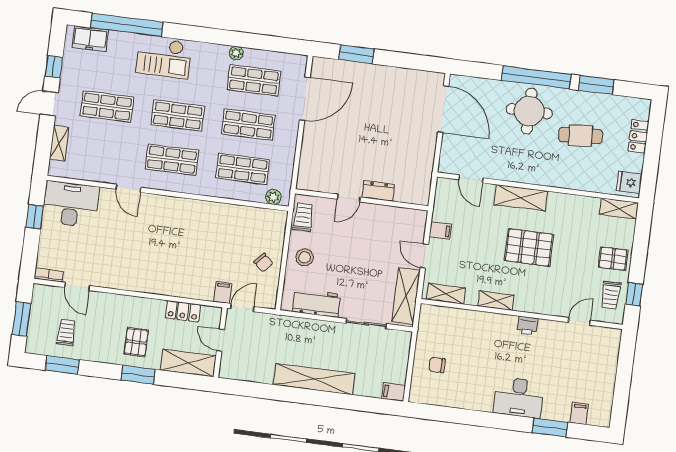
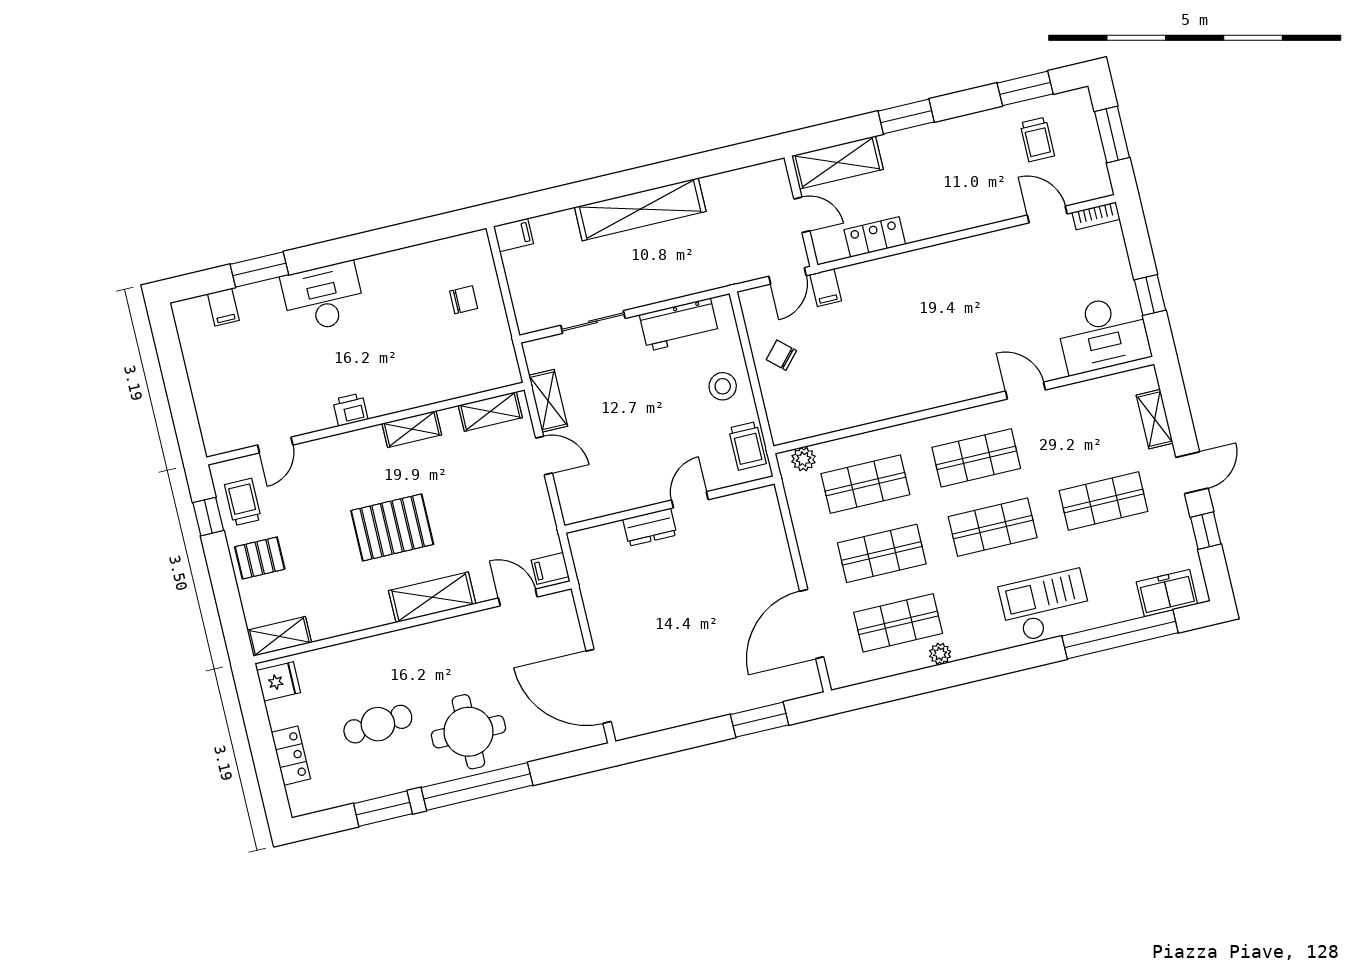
filing cabinet: (440, 230) -> (550, 568), moved
shelving: (406, 296) -> (548, 401), width x0.67, depth x0.75
pallet: (136, 342) -> (927, 165), removed

